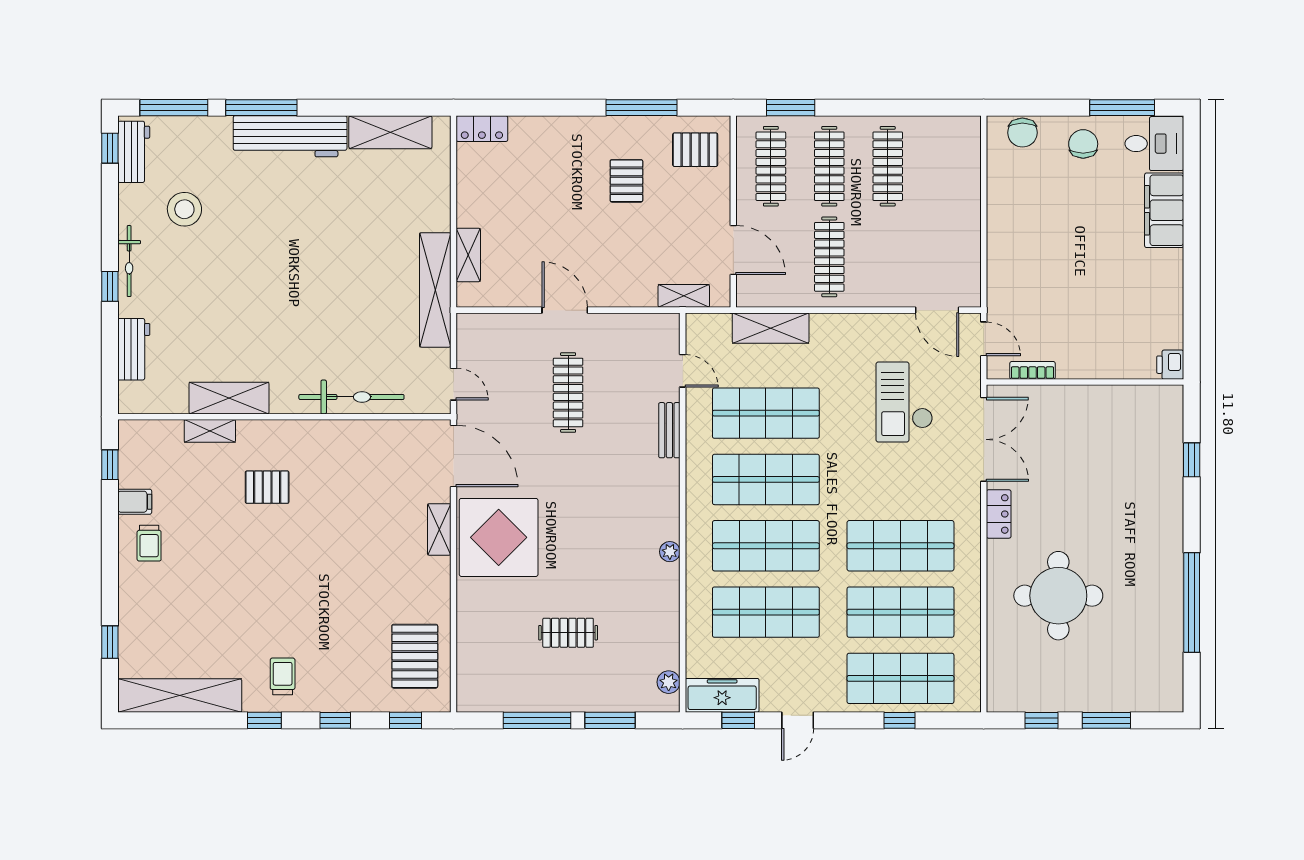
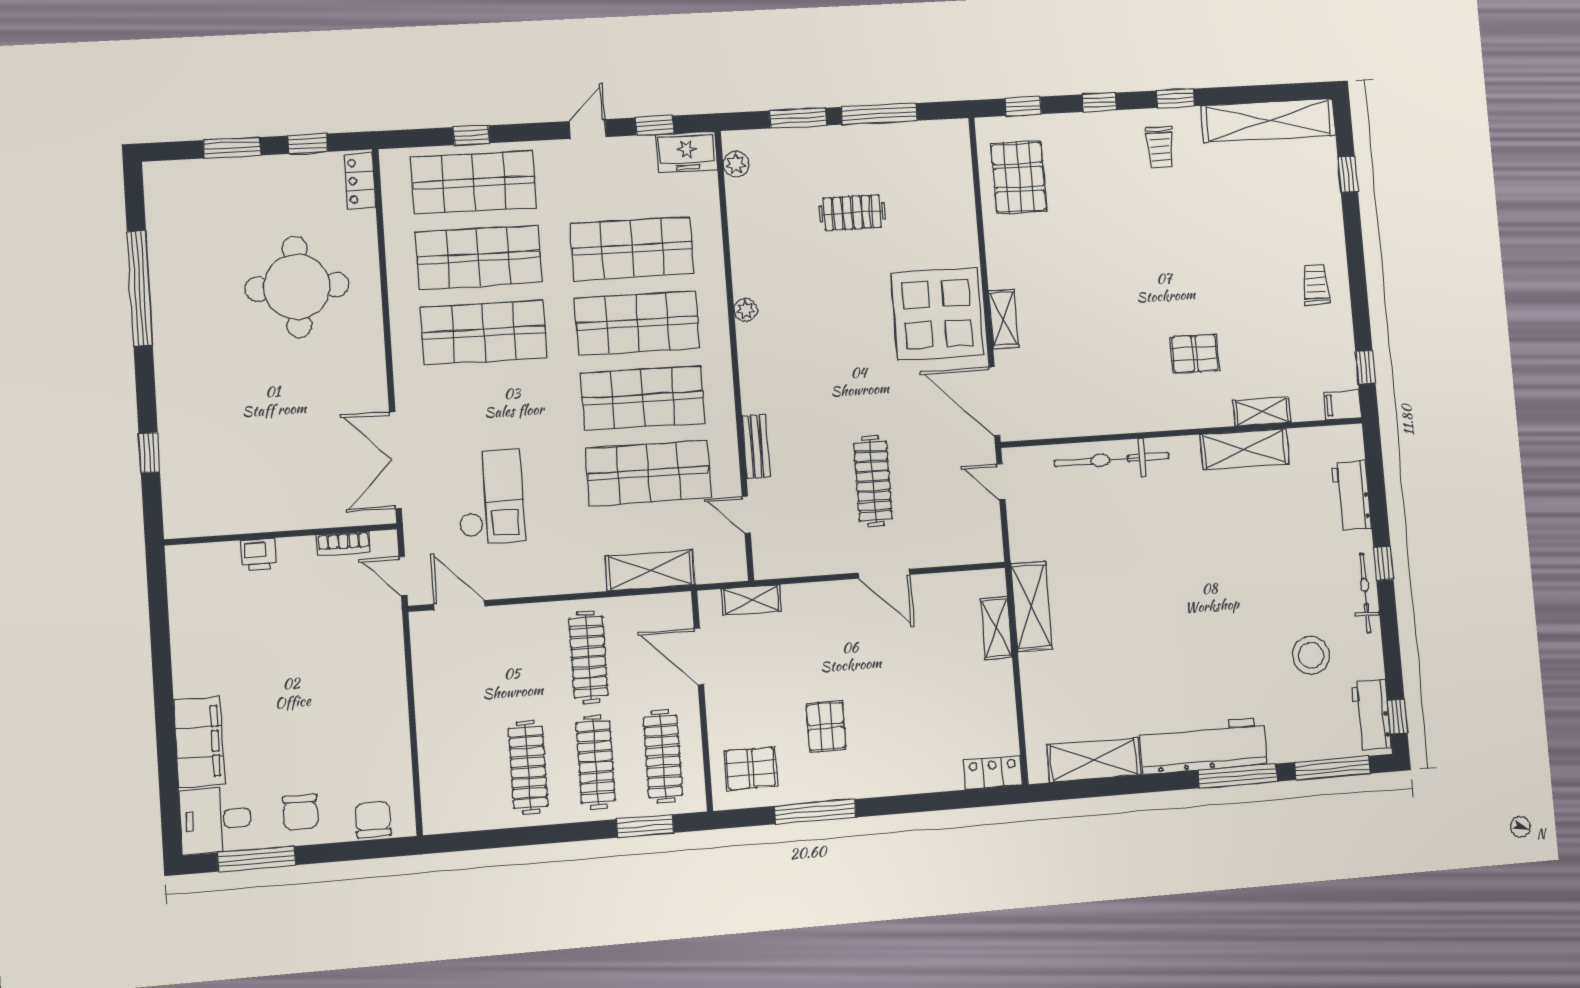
shelving: (435, 290) -> (1031, 606), width x0.68
printer: (1170, 365) -> (259, 555), moved, turned 90
filing cabinet: (135, 502) -> (1342, 405), moved
locker: (999, 514) -> (360, 181), moved
freezer: (722, 695) -> (687, 152), width x0.71

